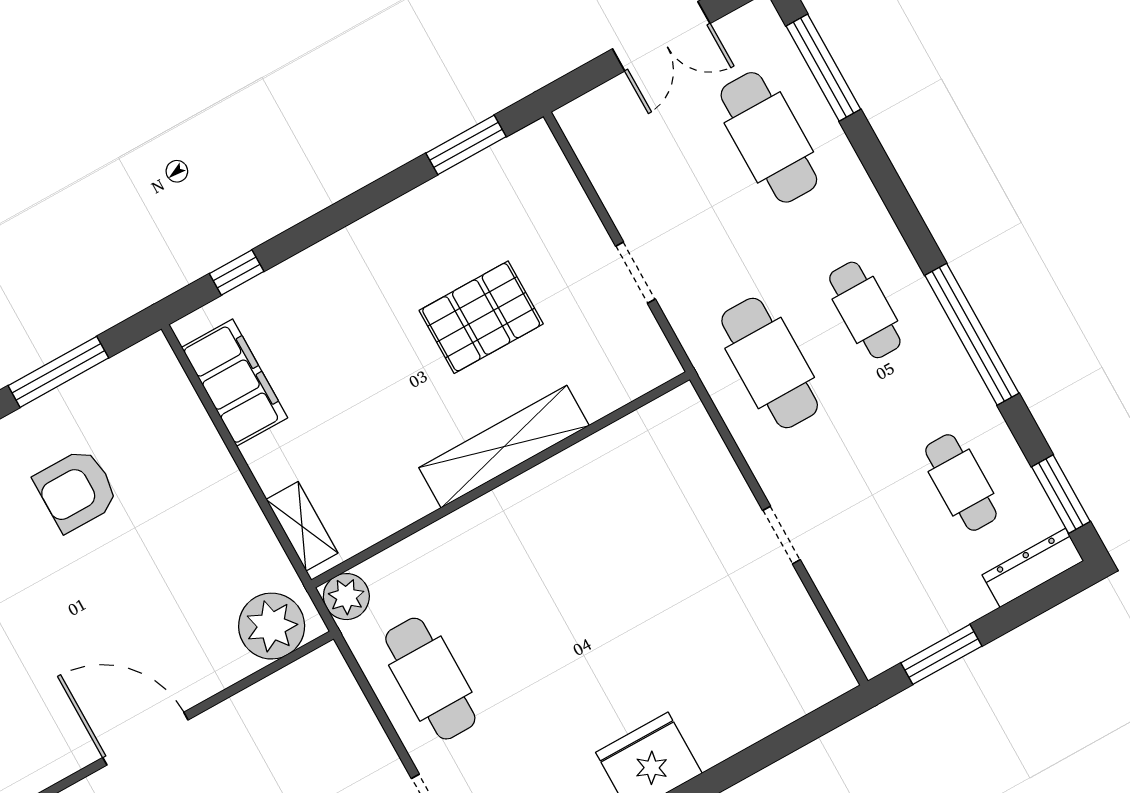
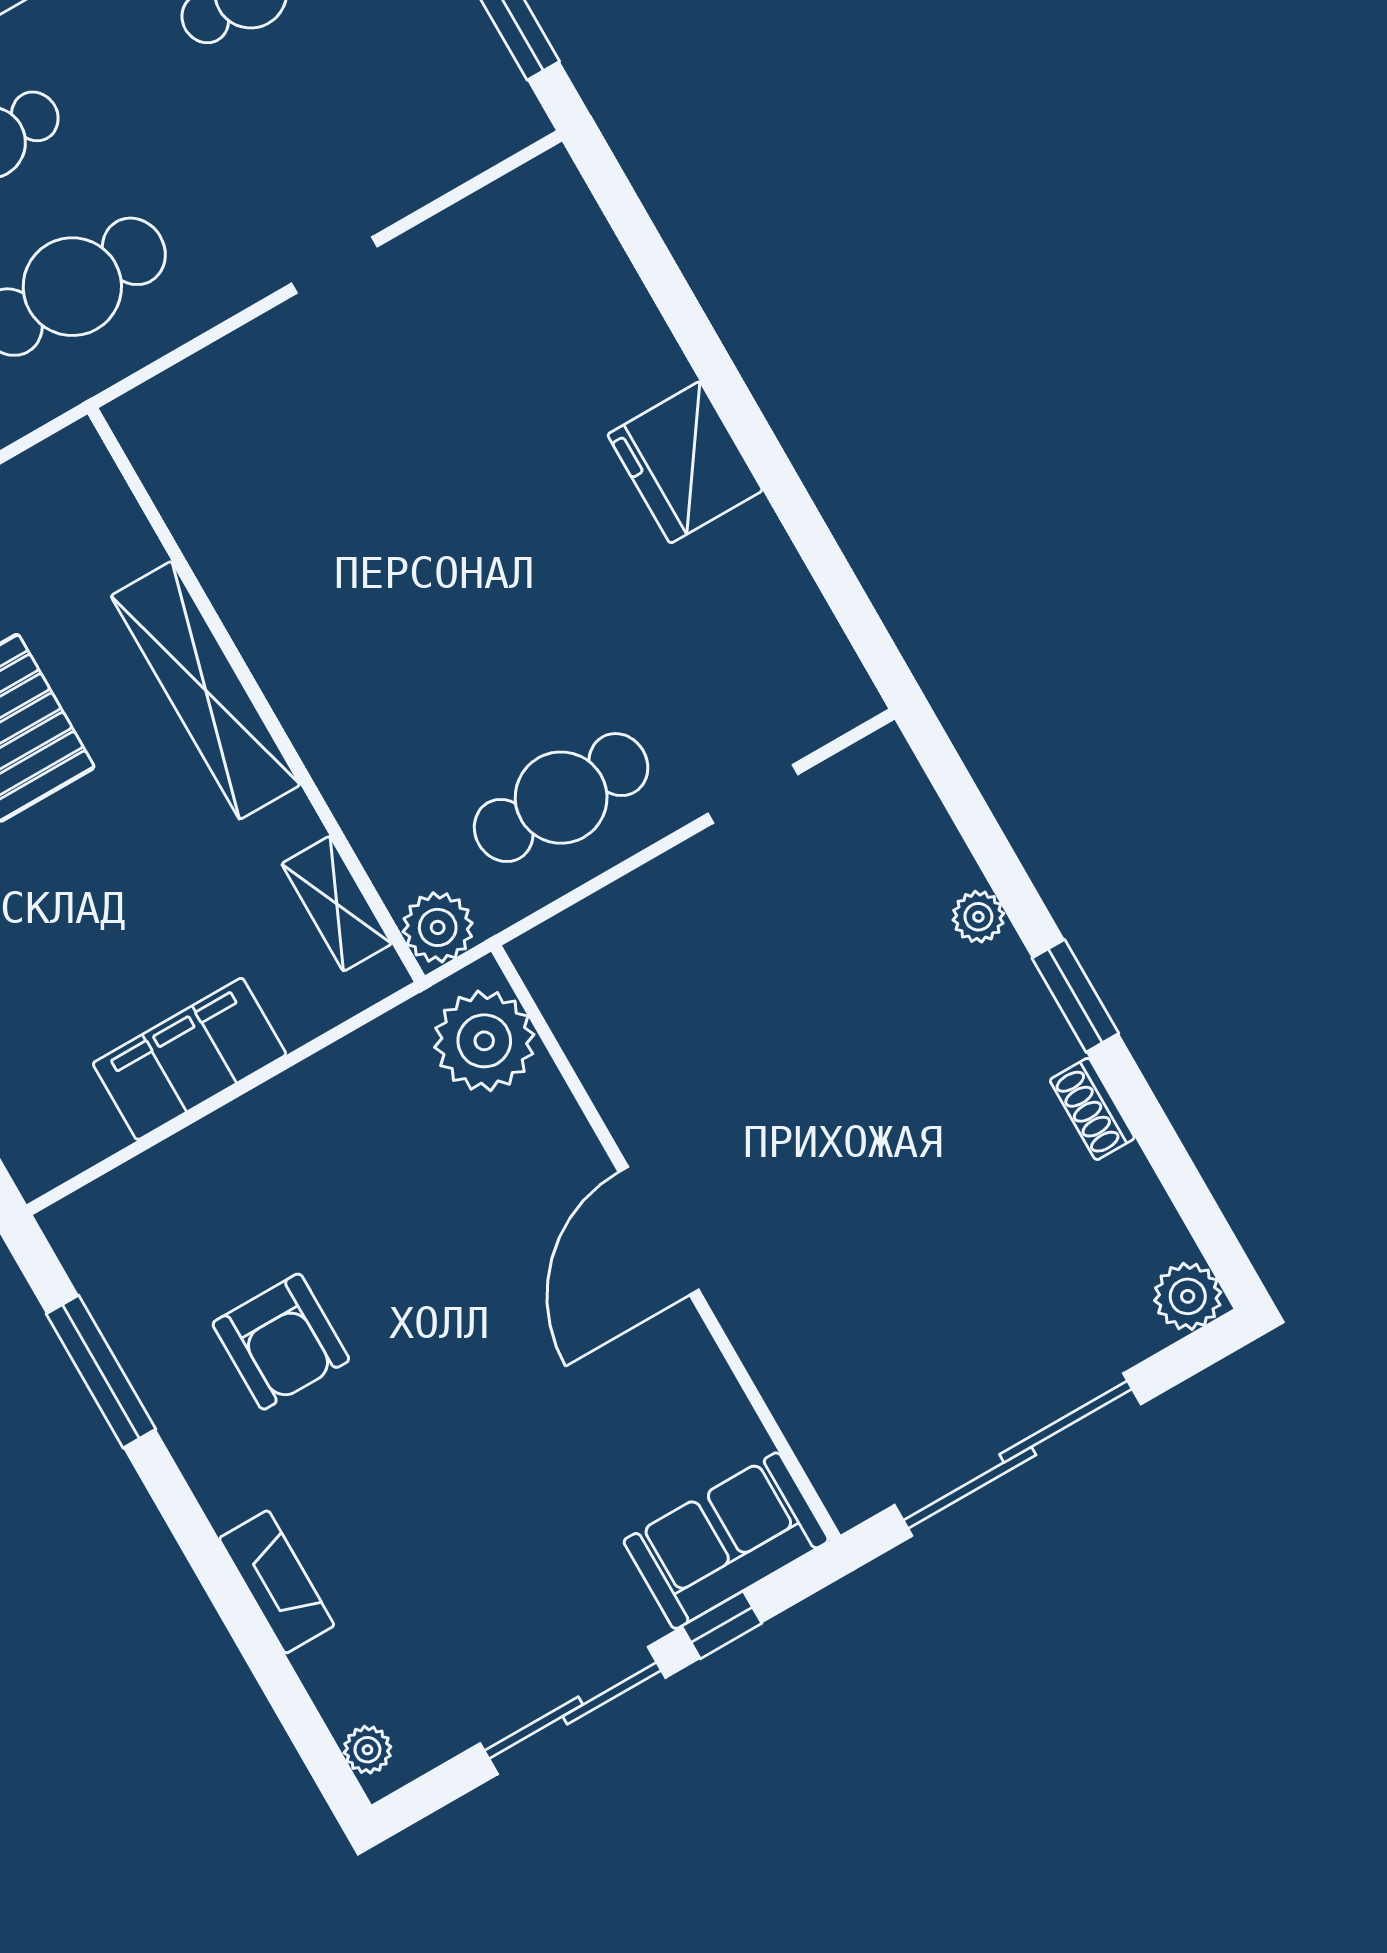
filing cabinet: (235, 383) -> (189, 1059), moved
shelving: (302, 526) -> (337, 904), moved, turned 90

